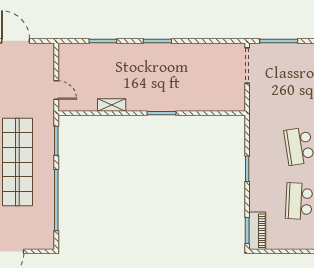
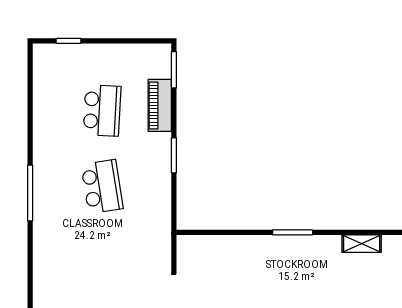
piano: (257, 231) -> (160, 105), moved

